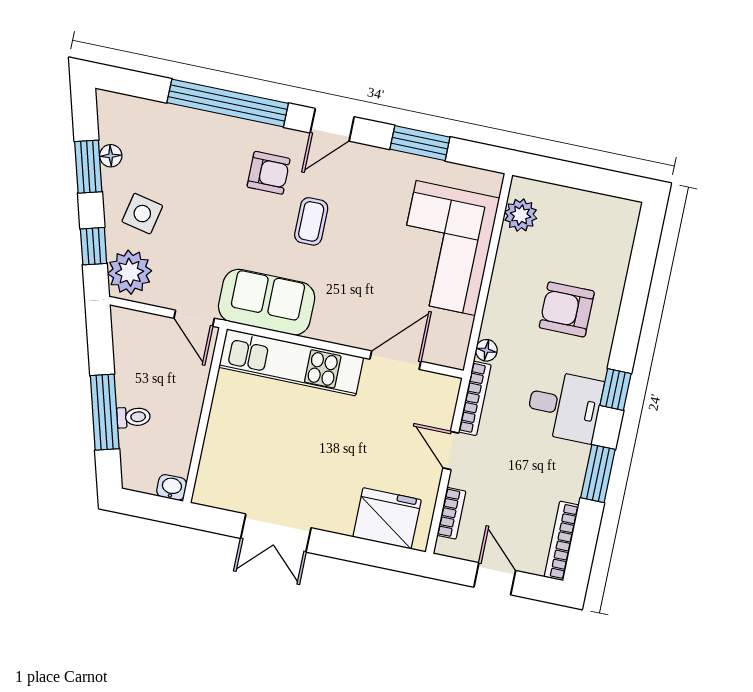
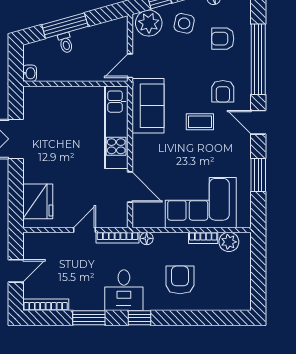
armchair: (181, 155) -> (223, 39), added
bookcase: (451, 513) -> (203, 238), moved

